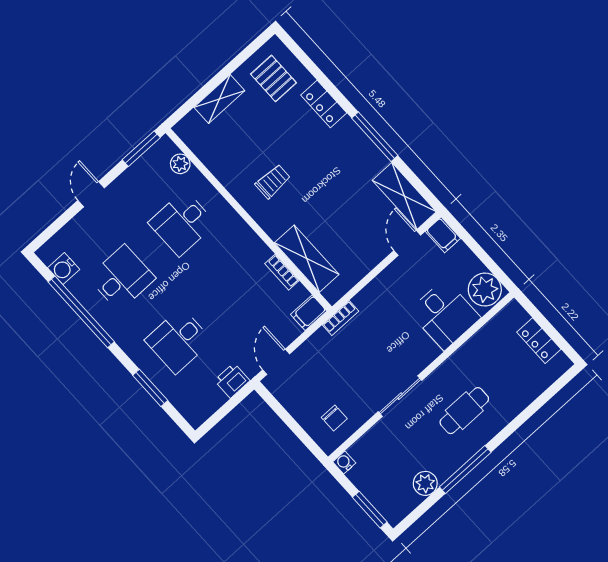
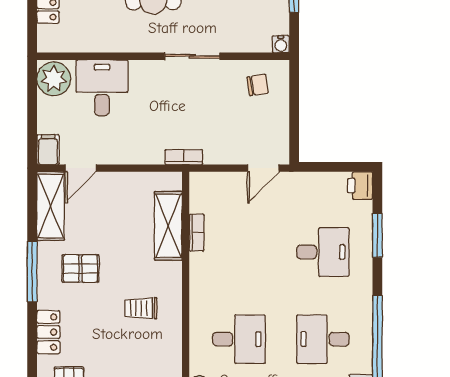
pallet: (342, 171) -> (80, 268), added
filing cabinet: (309, 313) -> (204, 183), removed
printer: (232, 381) -> (360, 186), moved, turned 90
chair: (334, 418) -> (258, 85), turned 81

